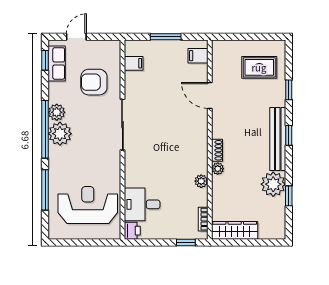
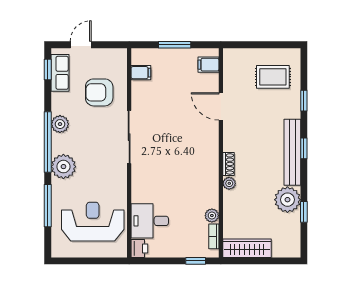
plant: (60, 134) -> (63, 167), moved
plant: (201, 181) -> (212, 216), moved

